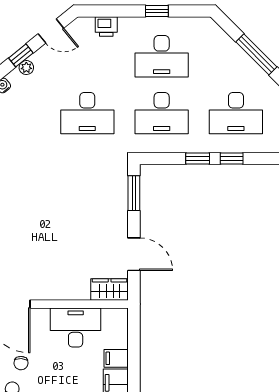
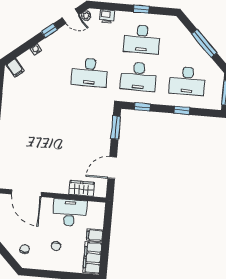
plant: (26, 68) -> (86, 16), moved
window: (198, 158) -> (142, 107), moved
door: (134, 254) -> (112, 168), swing flipped
wardrobe: (110, 289) -> (81, 188), moved
chair: (21, 363) -> (56, 246), moved

